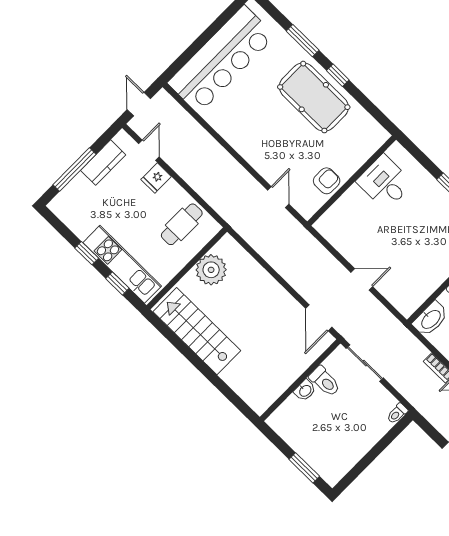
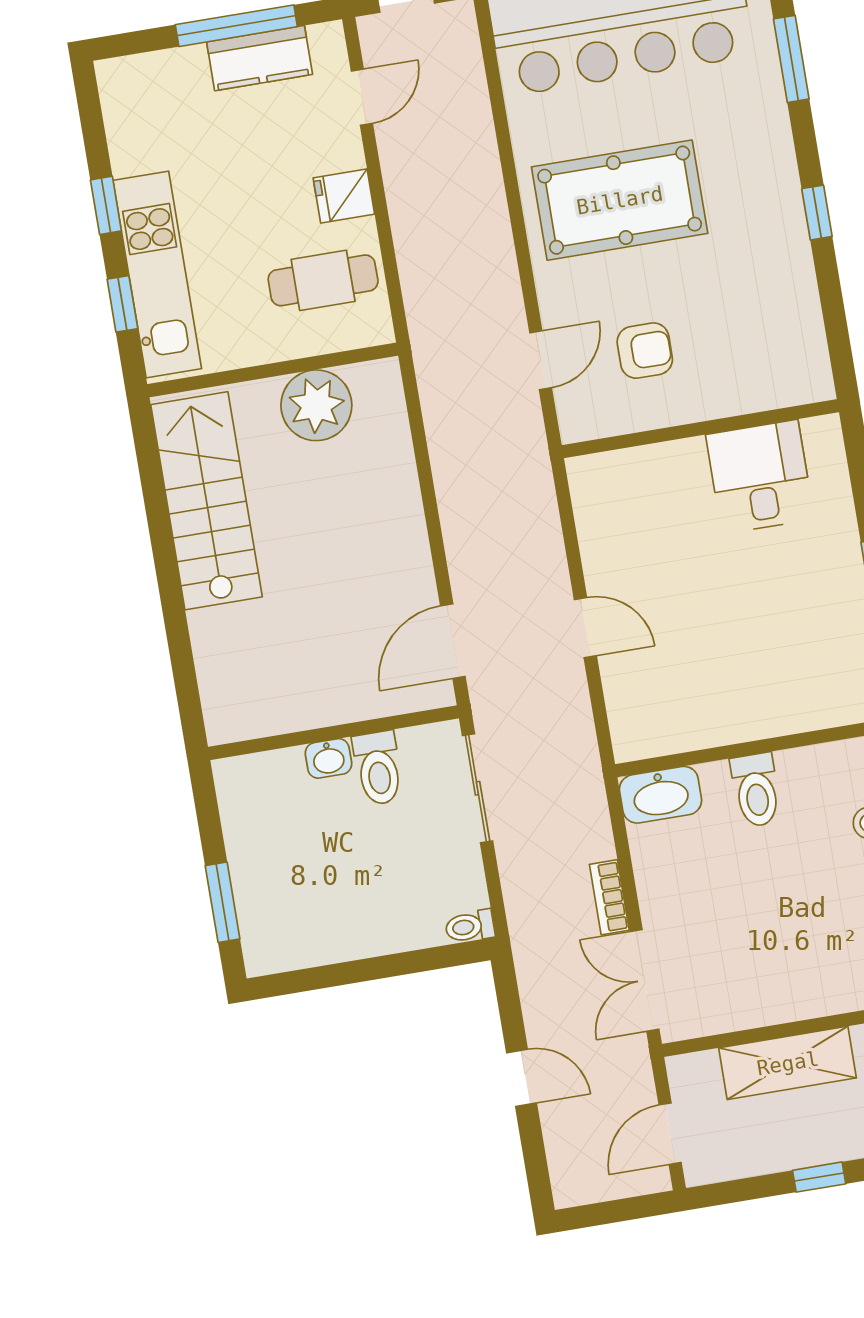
window: (303, 41) -> (791, 59), moved
pool table: (314, 97) -> (620, 200), moved, turned 90
window: (74, 169) -> (236, 26), moved
fridge: (156, 178) -> (344, 196), moved
armchair: (327, 181) -> (645, 351), moved

